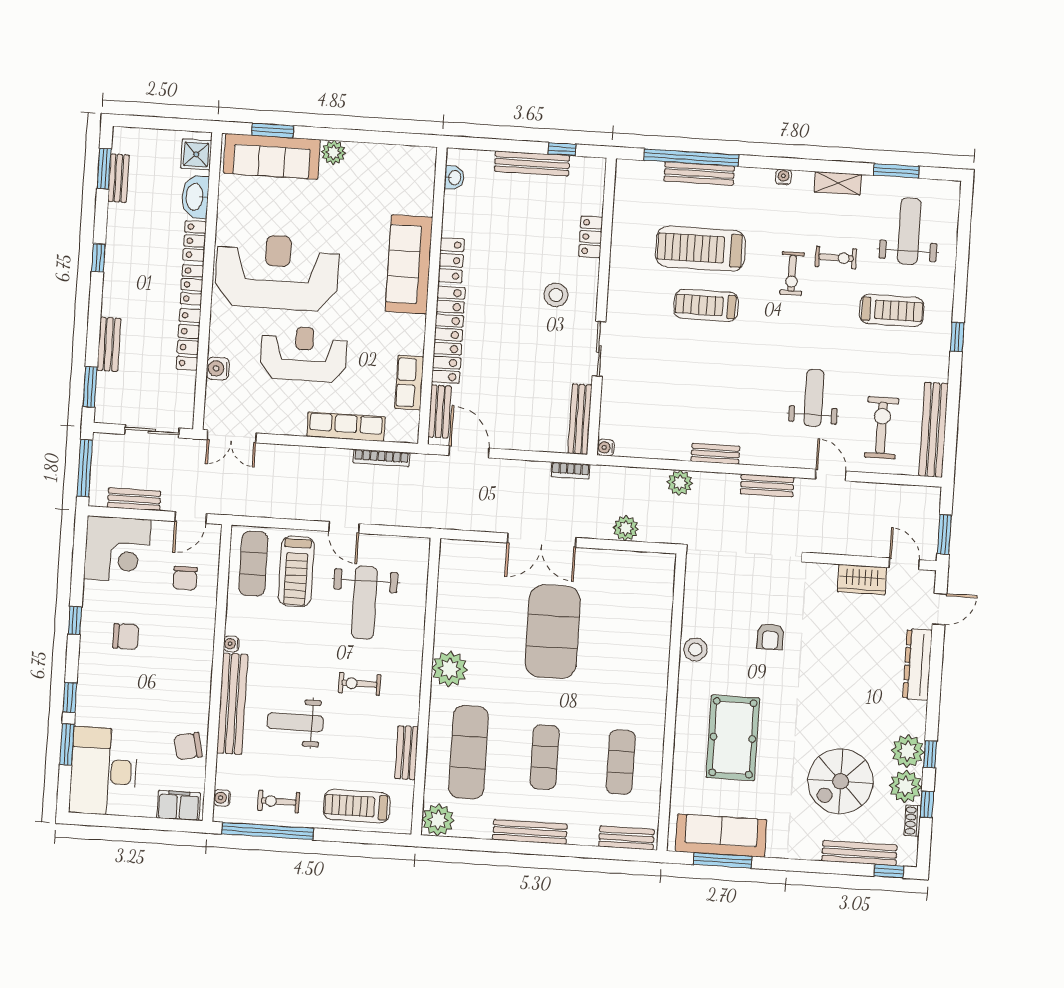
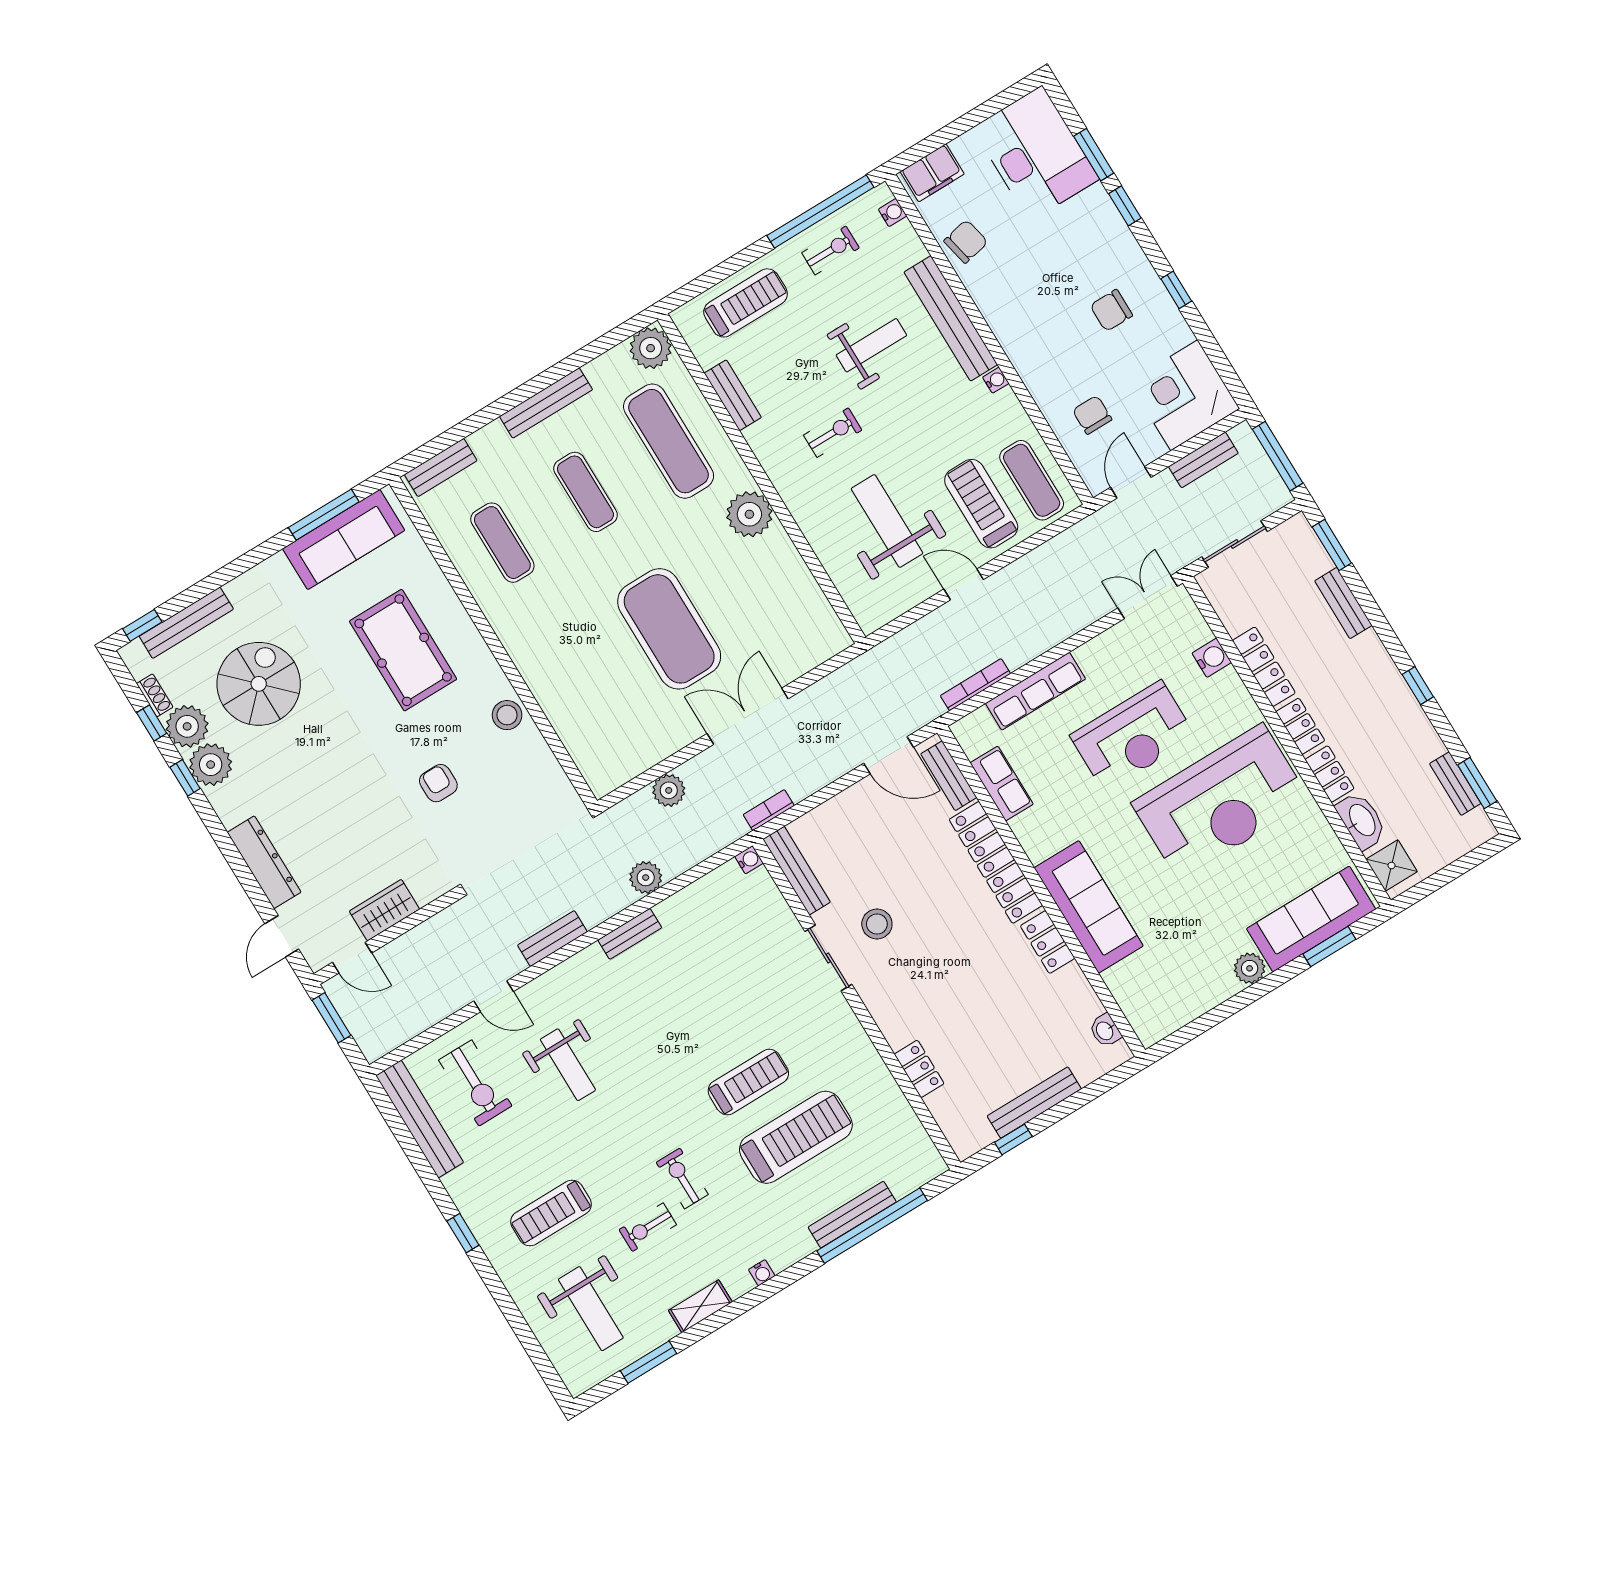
stool: (556, 295) -> (877, 924), moved

